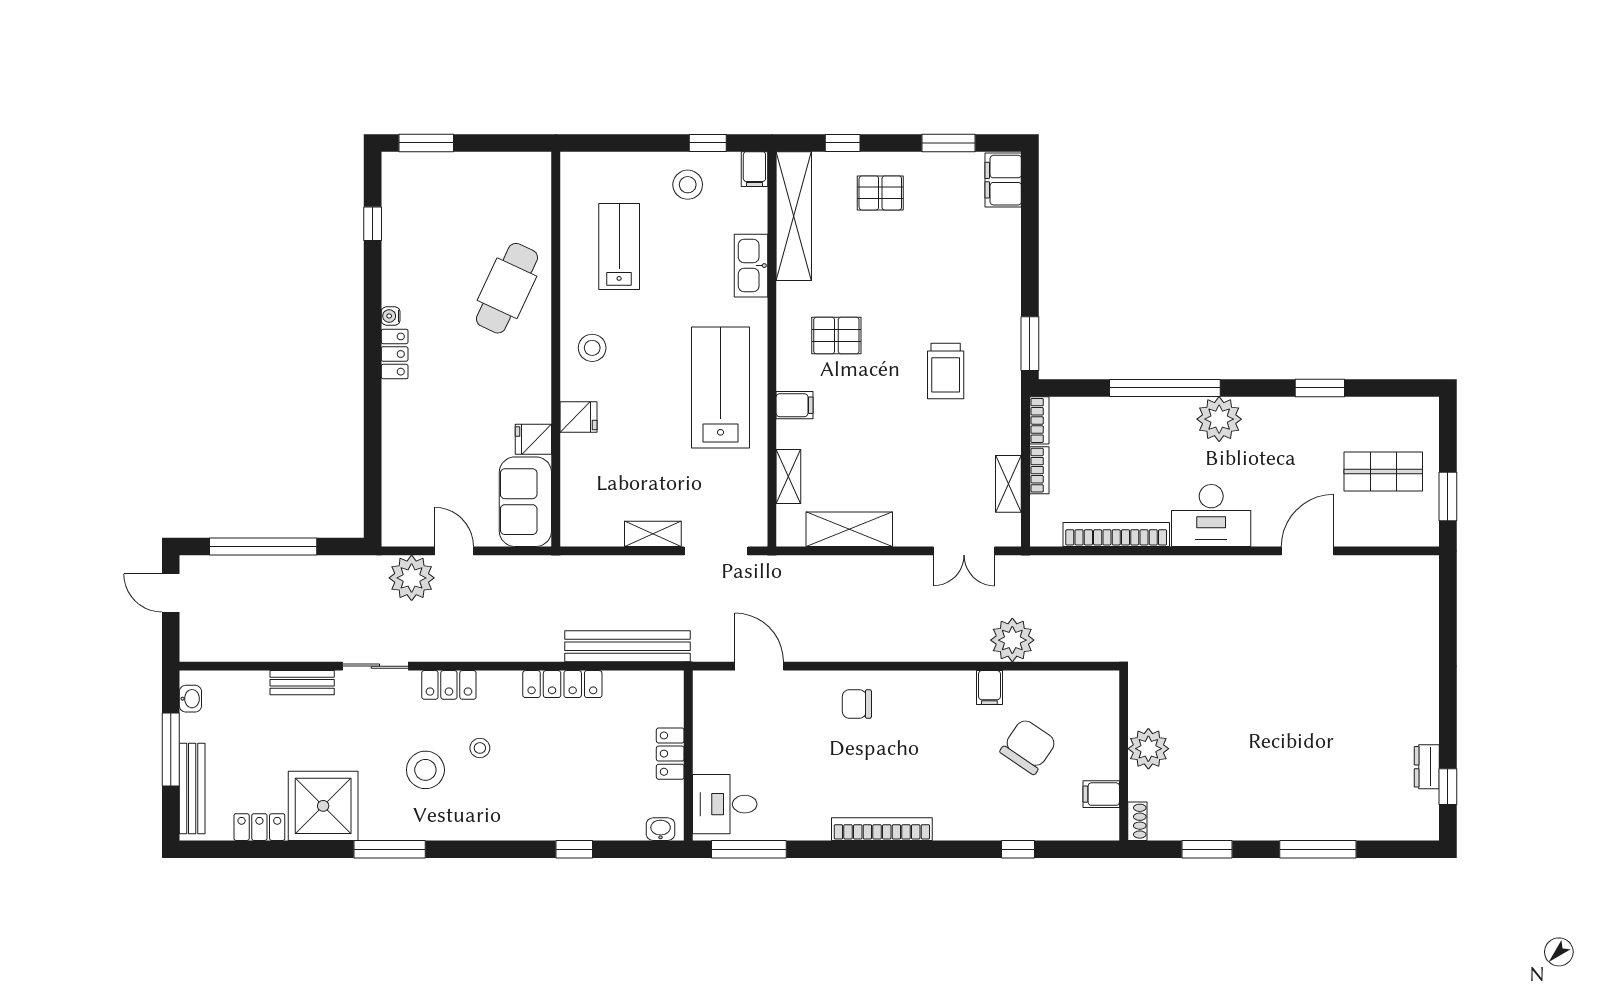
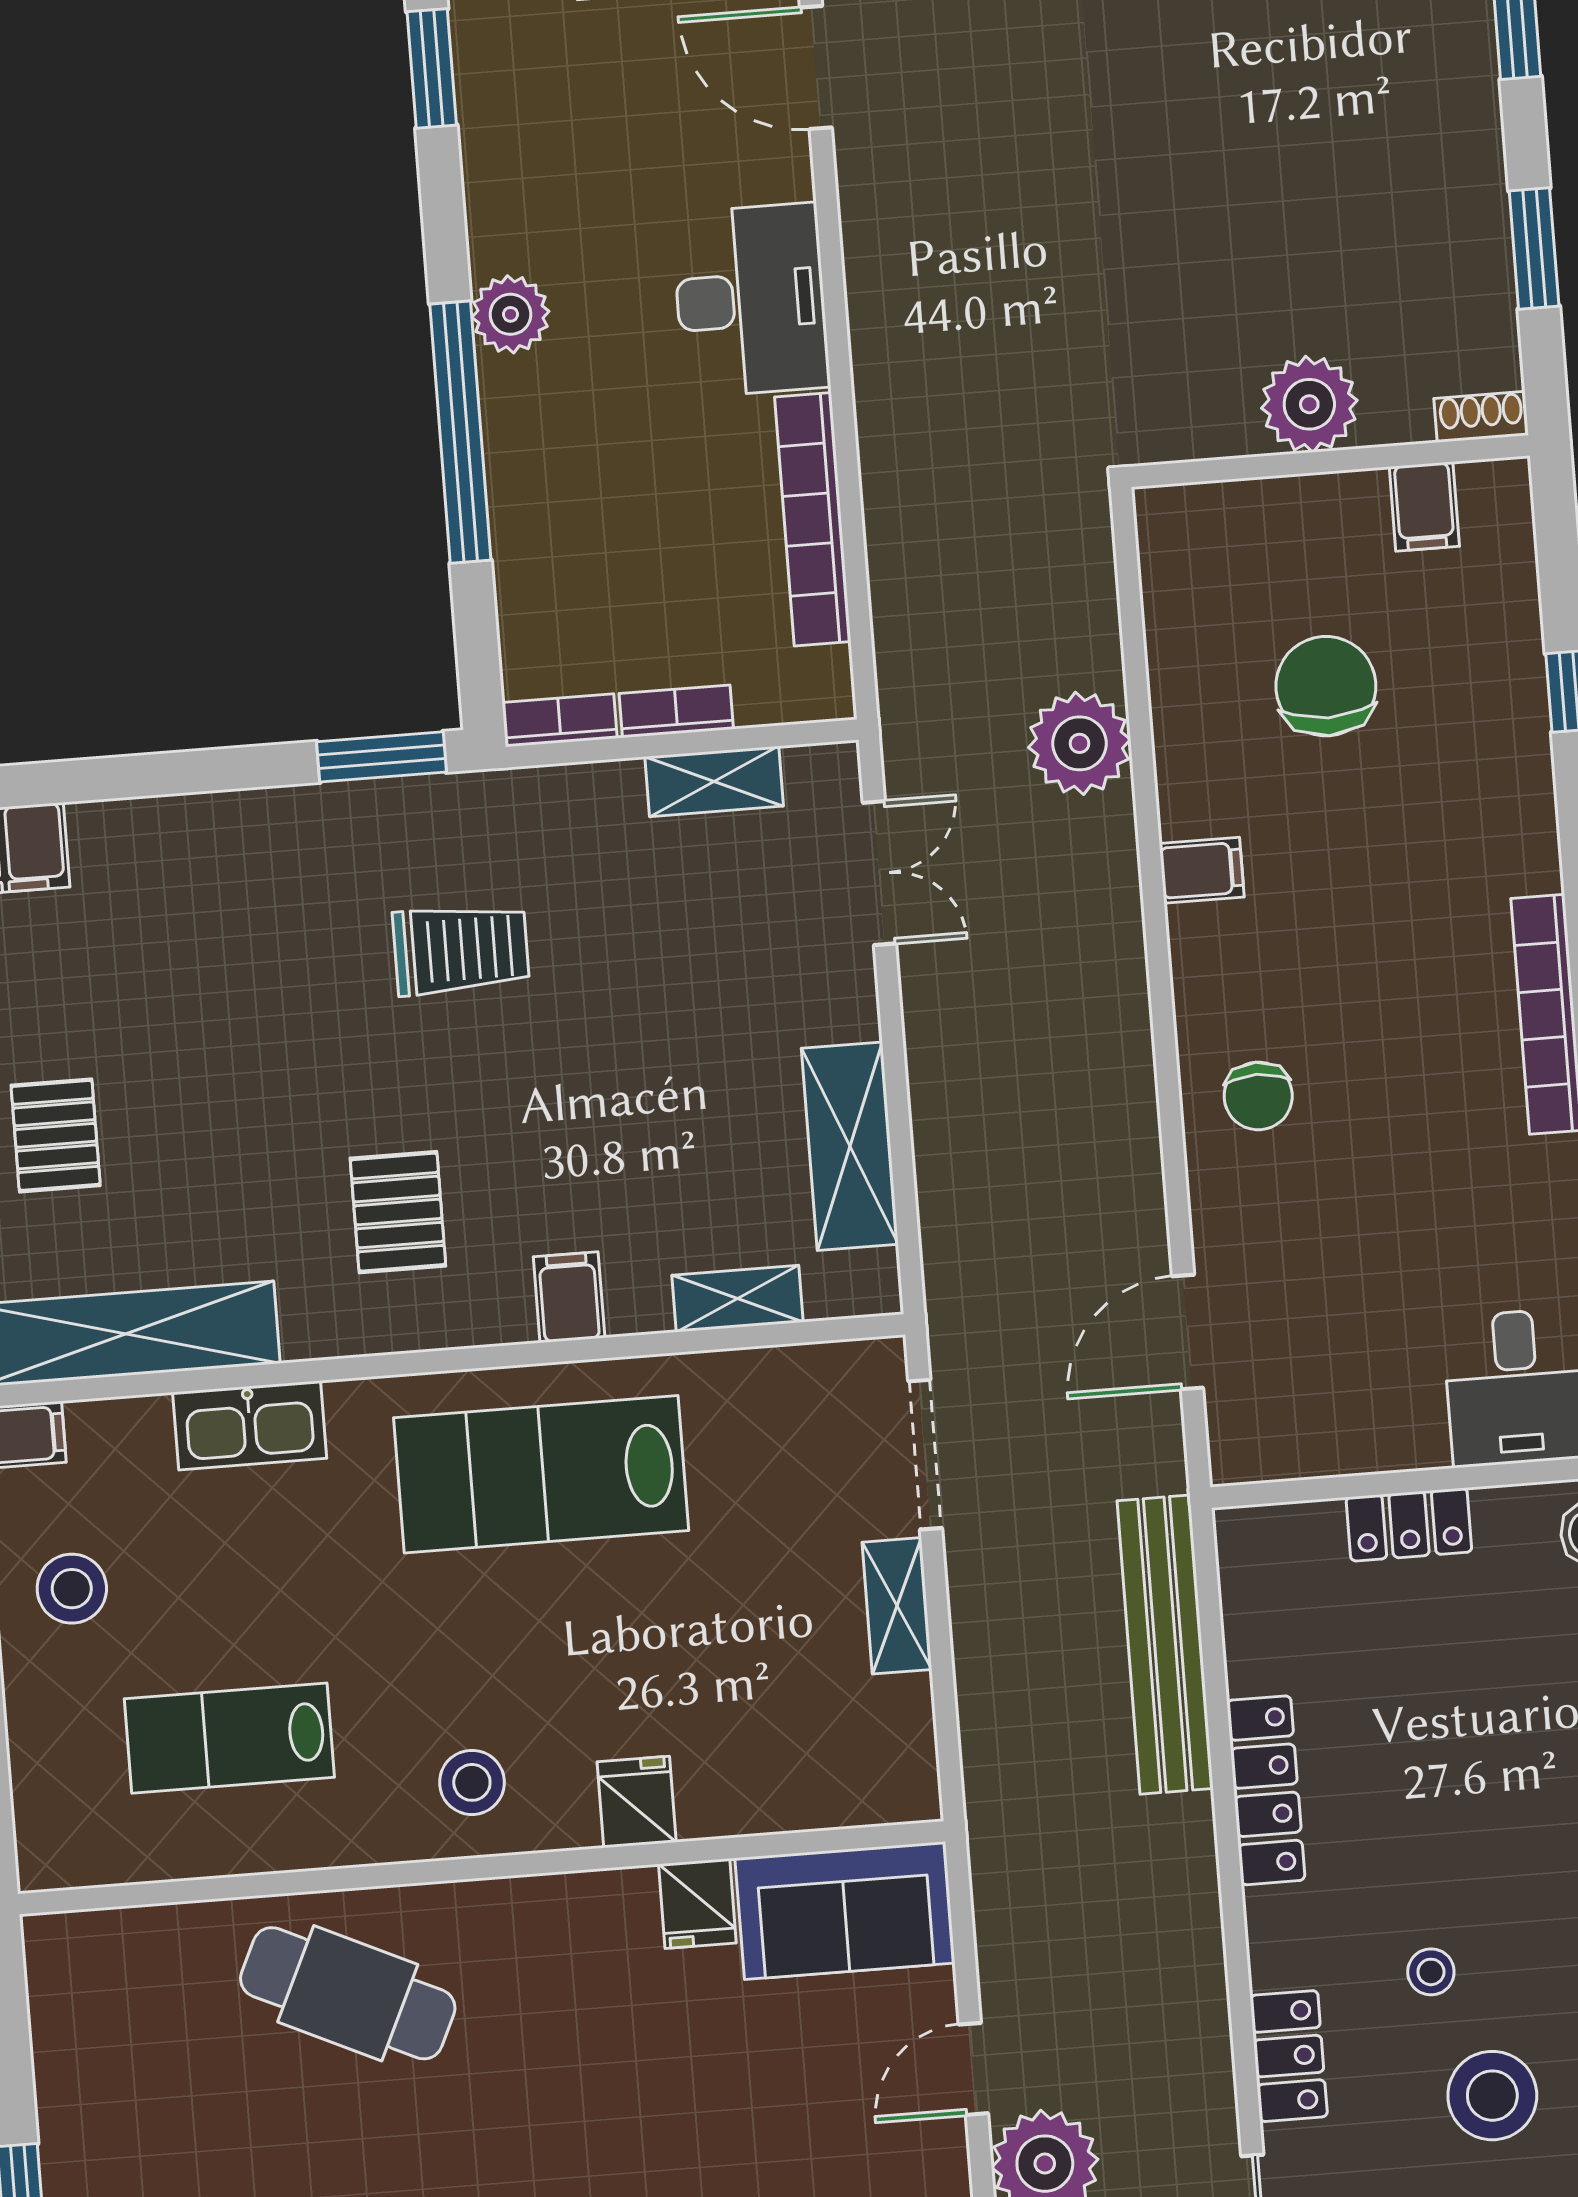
plant: (1219, 419) -> (510, 314), width x0.73, depth x0.73
filing cabinet: (989, 688) -> (1202, 870), moved
chair: (1028, 746) -> (1326, 686), turned 56

